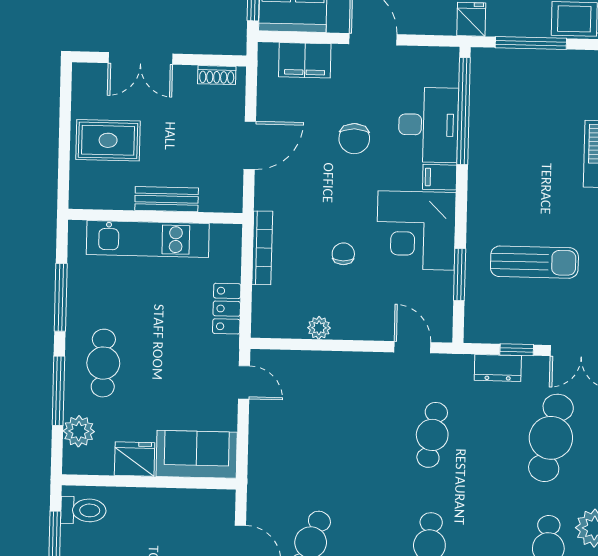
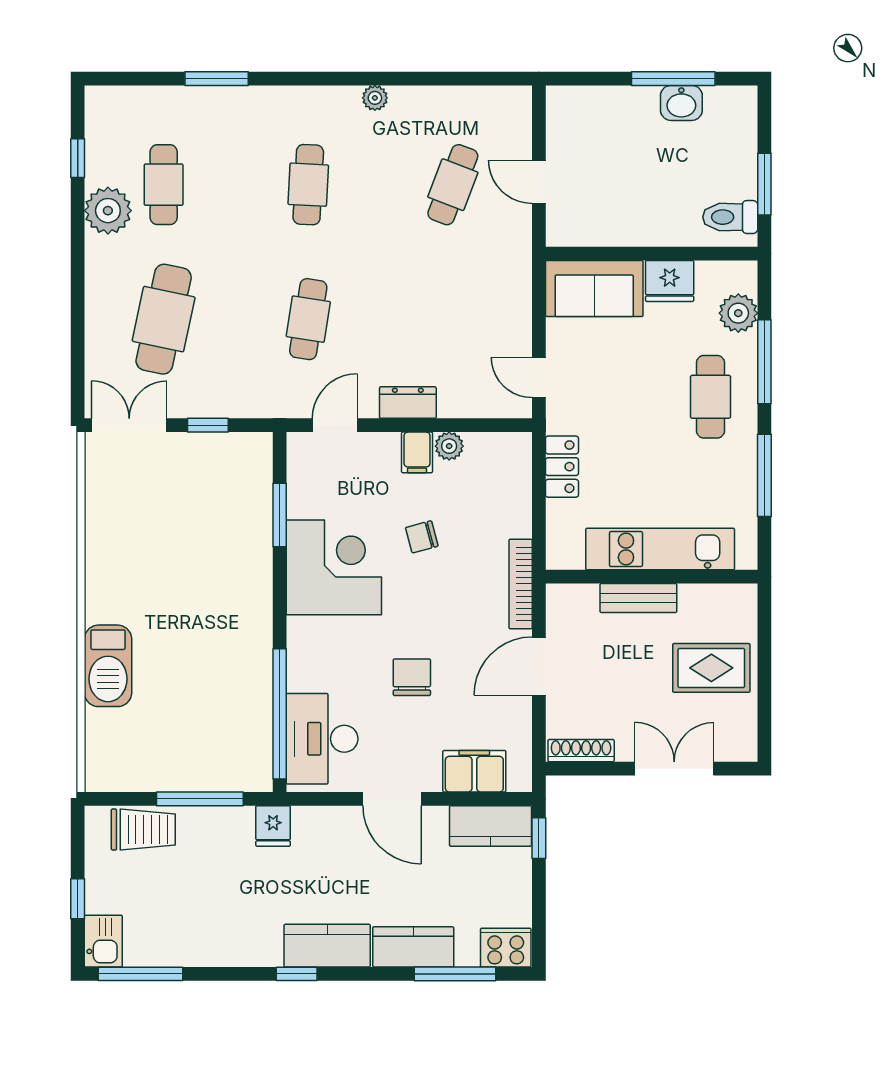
shoe rack: (217, 75) -> (581, 751), width x1.43
desk: (428, 125) -> (322, 739), moved
filing cabinet: (440, 177) -> (417, 452), moved, turned 90
bookcase: (262, 248) -> (521, 584), moved
chair: (343, 254) -> (422, 537), turned 75
sun lounger: (534, 262) -> (189, 532), removed
door: (412, 347) -> (335, 425), swing flipped
dresser: (498, 368) -> (408, 403), moved

